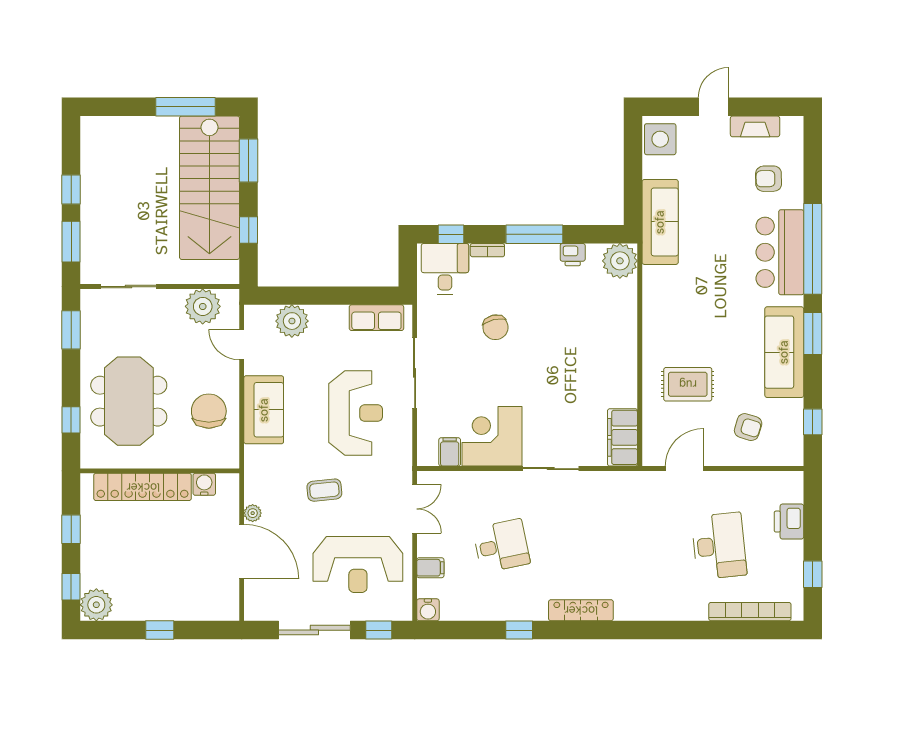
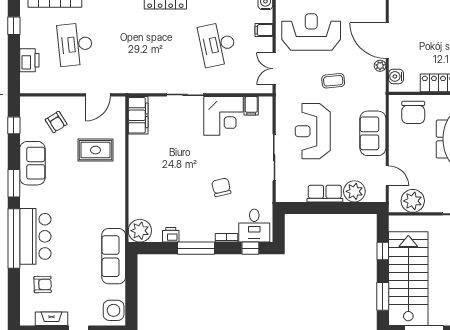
row of seats: (376, 318) -> (325, 194), moved
sofa: (784, 352) -> (32, 163), width x0.73
chair: (209, 411) -> (413, 112), moved
armchair: (748, 427) -> (56, 122), turned -139
water cooler: (204, 484) -> (396, 76), moved, turned 90
desk: (501, 546) -> (217, 44), width x1.37

